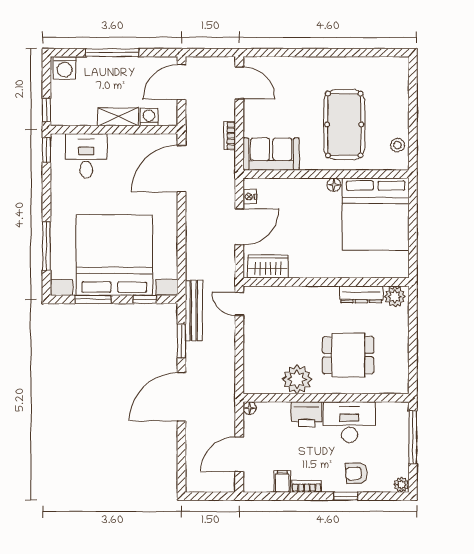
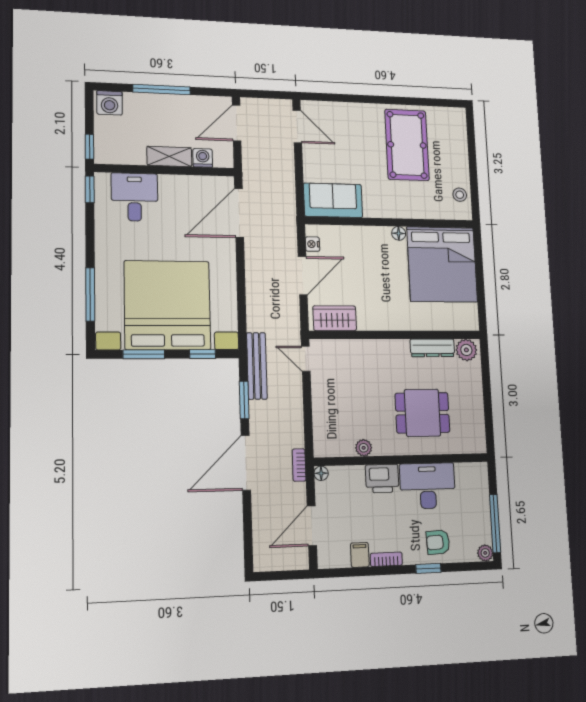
pool table: (344, 124) -> (407, 145), moved
bookcase: (230, 136) -> (299, 465), moved
plant: (297, 379) -> (364, 448), width x0.53, depth x0.53
window: (413, 437) -> (495, 524), moved

